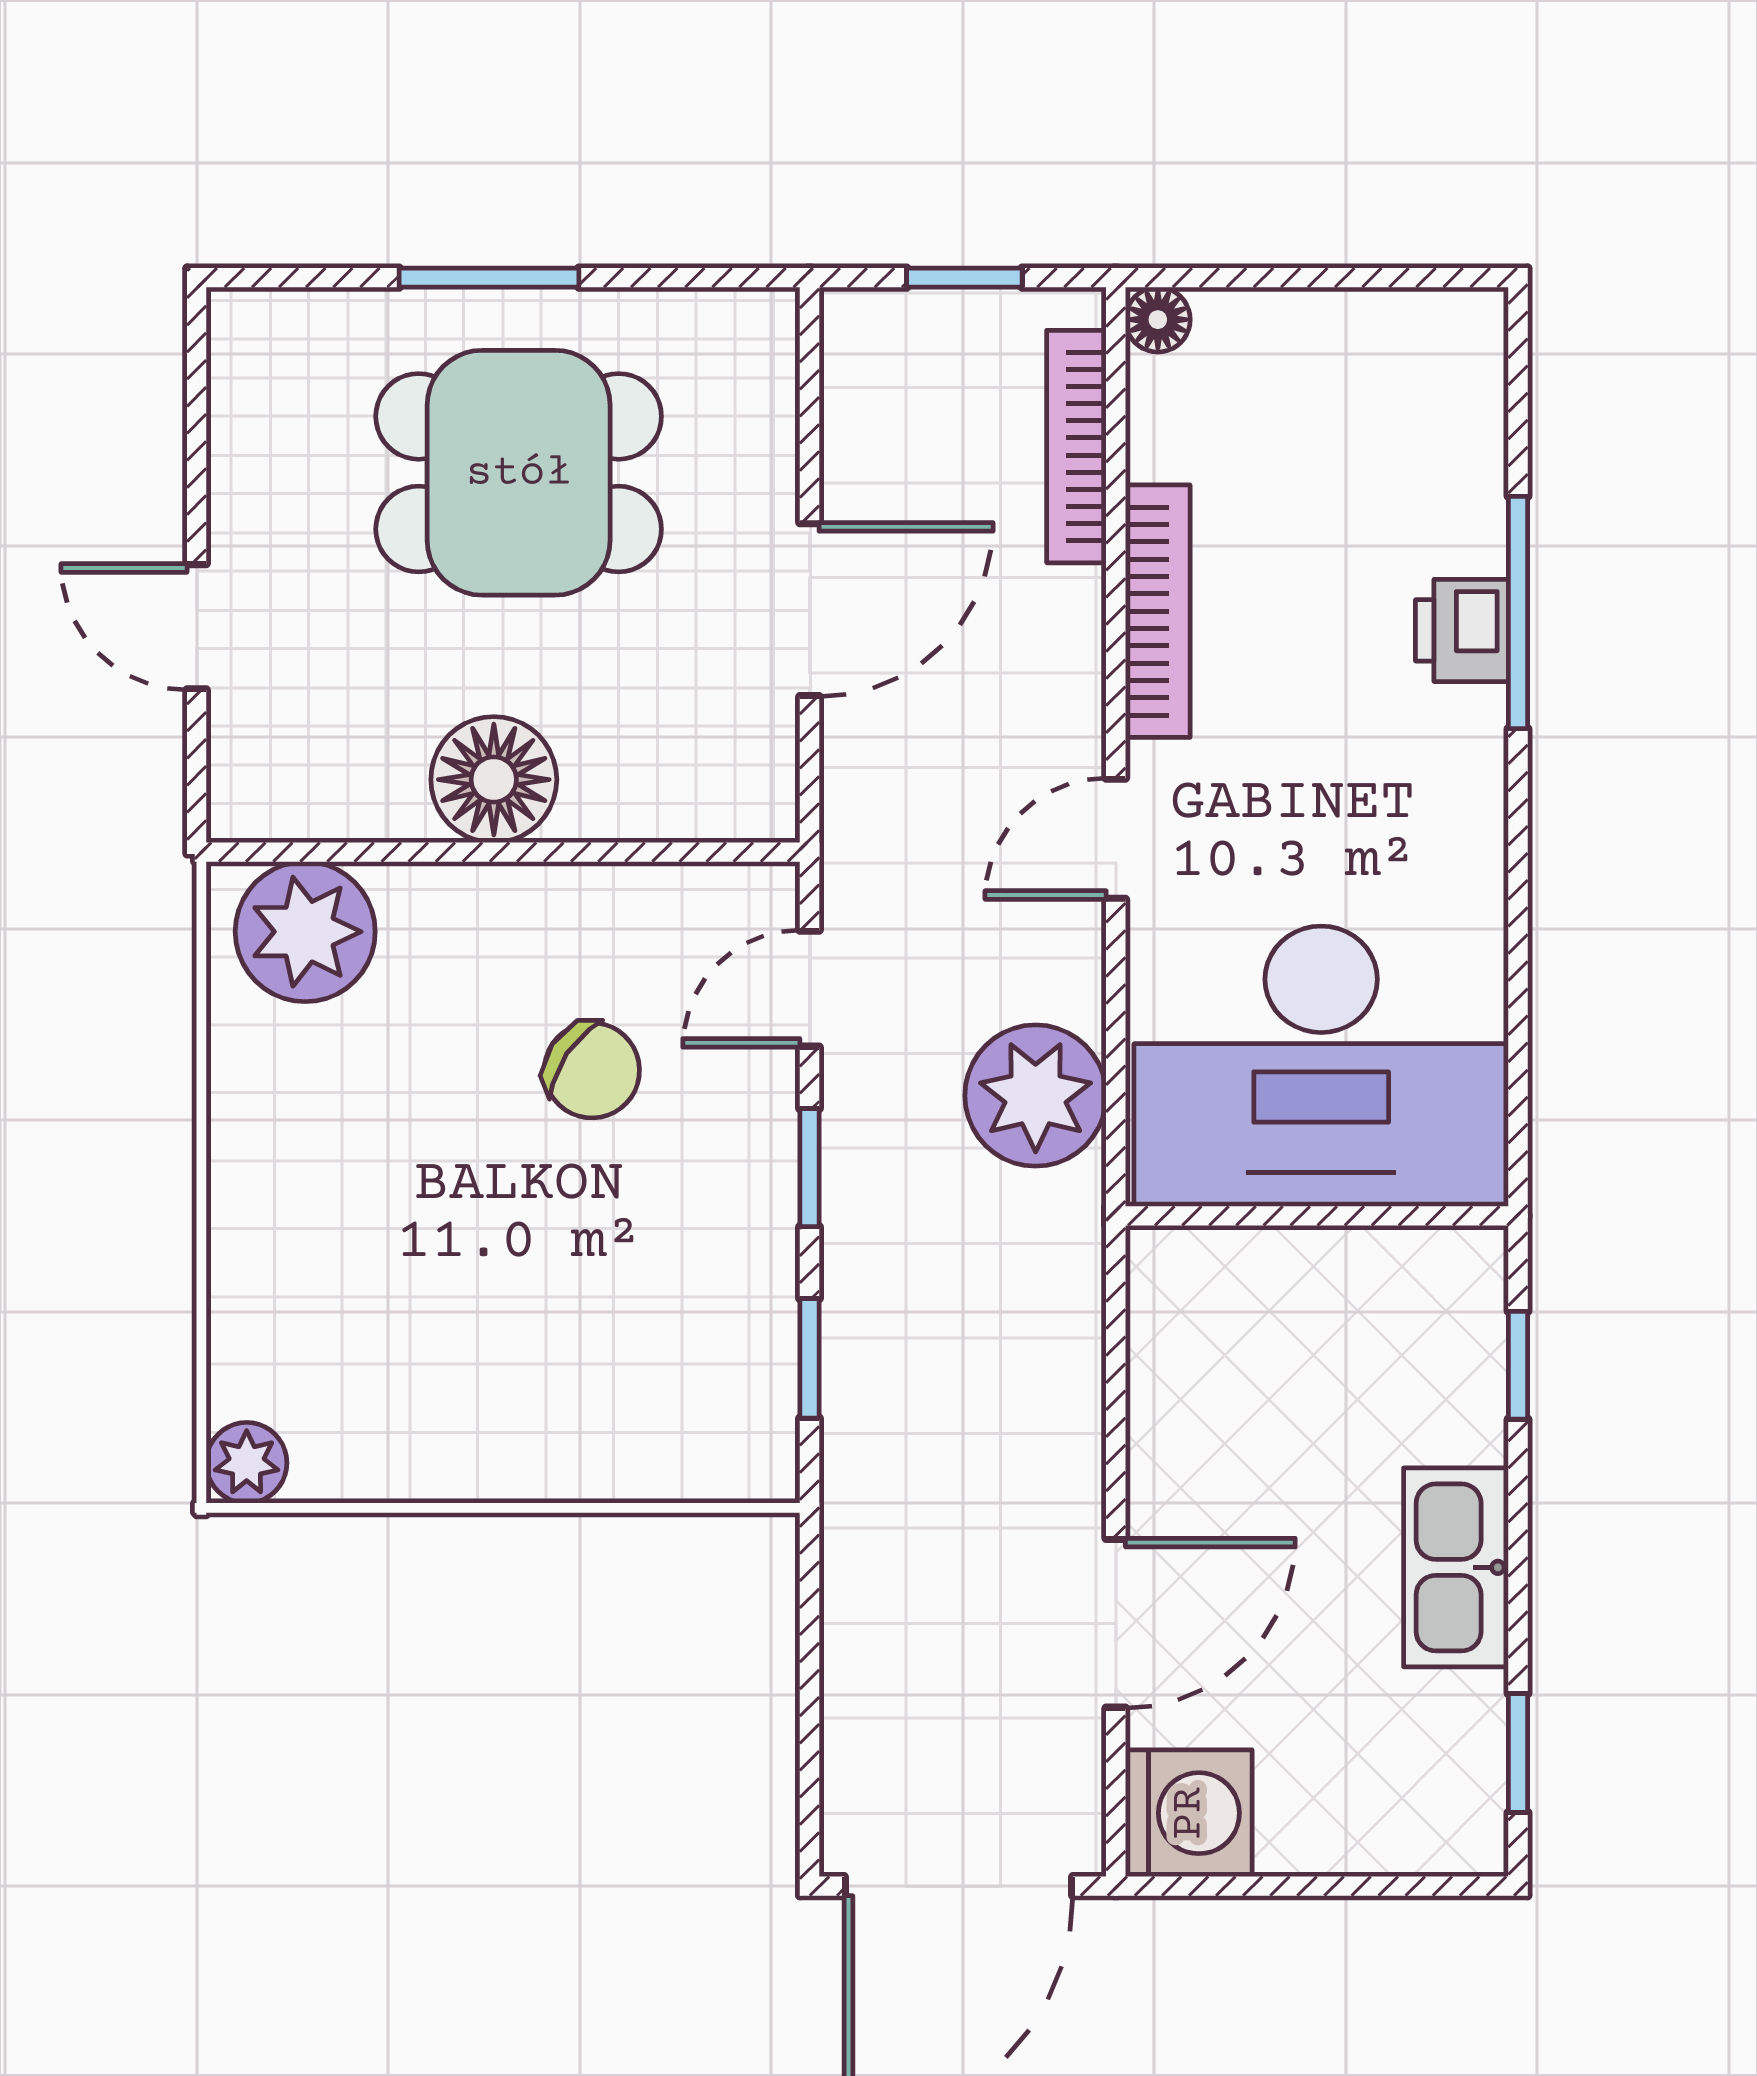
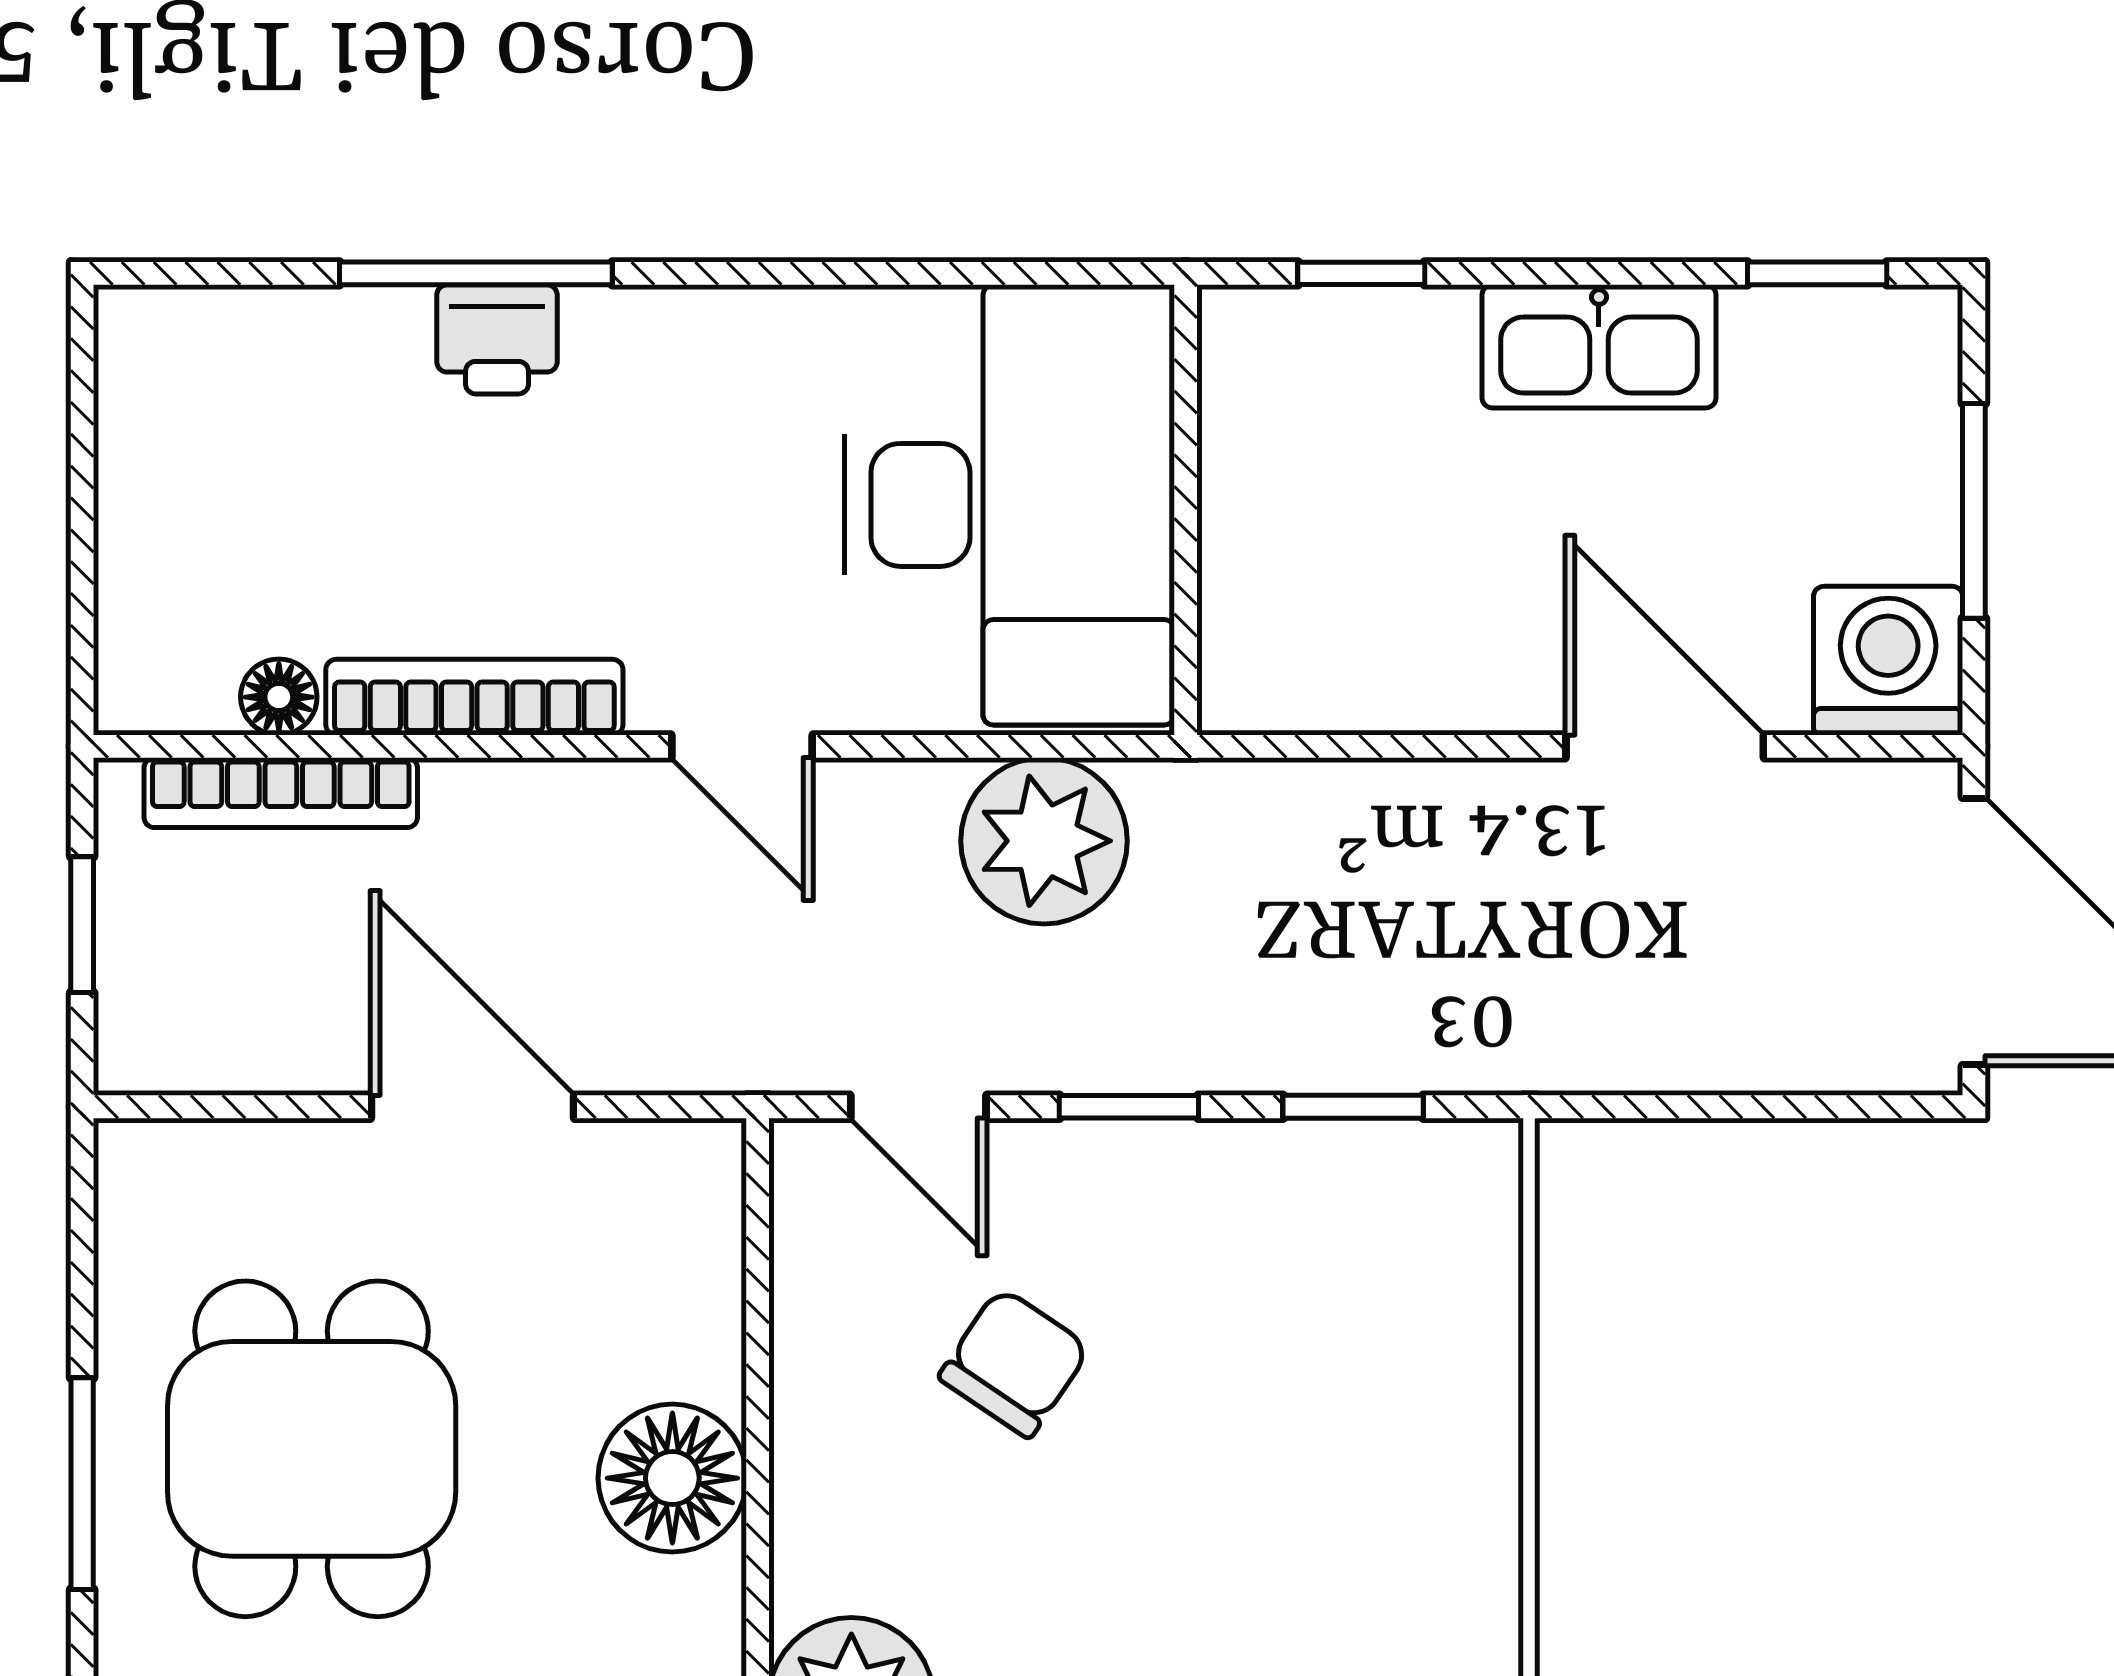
floor lamp: (1158, 320) -> (279, 697), moved
window: (1316, 1886) -> (1974, 511), added

